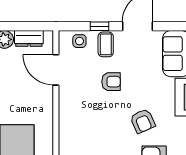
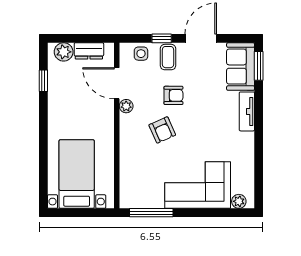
plant: (65, 92) -> (126, 106), added
armchair: (143, 121) -> (162, 130), moved

